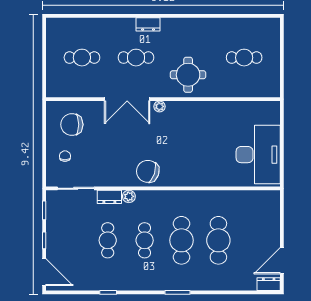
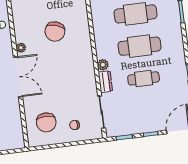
chair: (148, 171) -> (55, 32), moved
cafe table: (145, 240) -> (140, 46), width x1.37, depth x1.35

